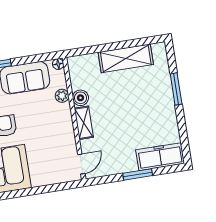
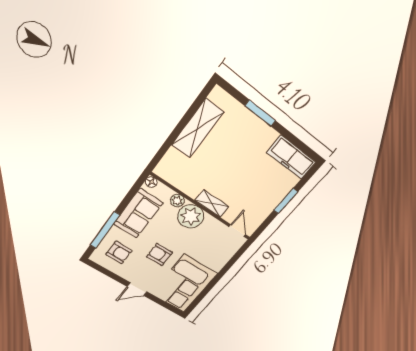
boiler: (80, 98) -> (192, 189), removed
plant: (59, 118) -> (191, 216), added
freezer: (160, 157) -> (292, 157), moved, turned -90

